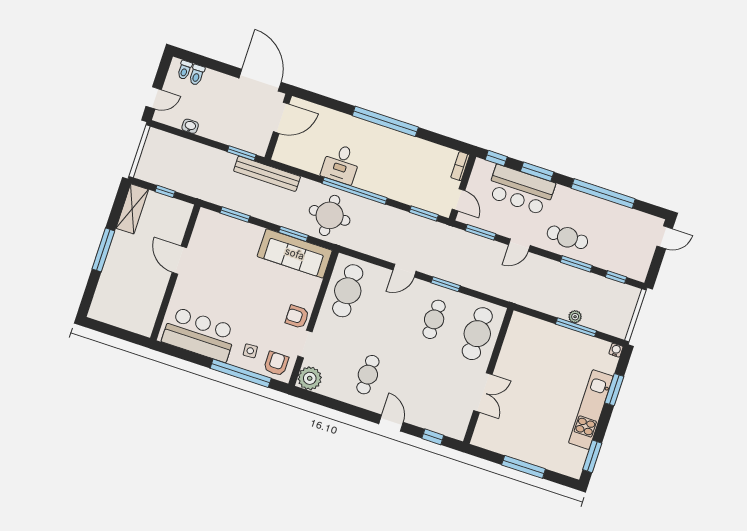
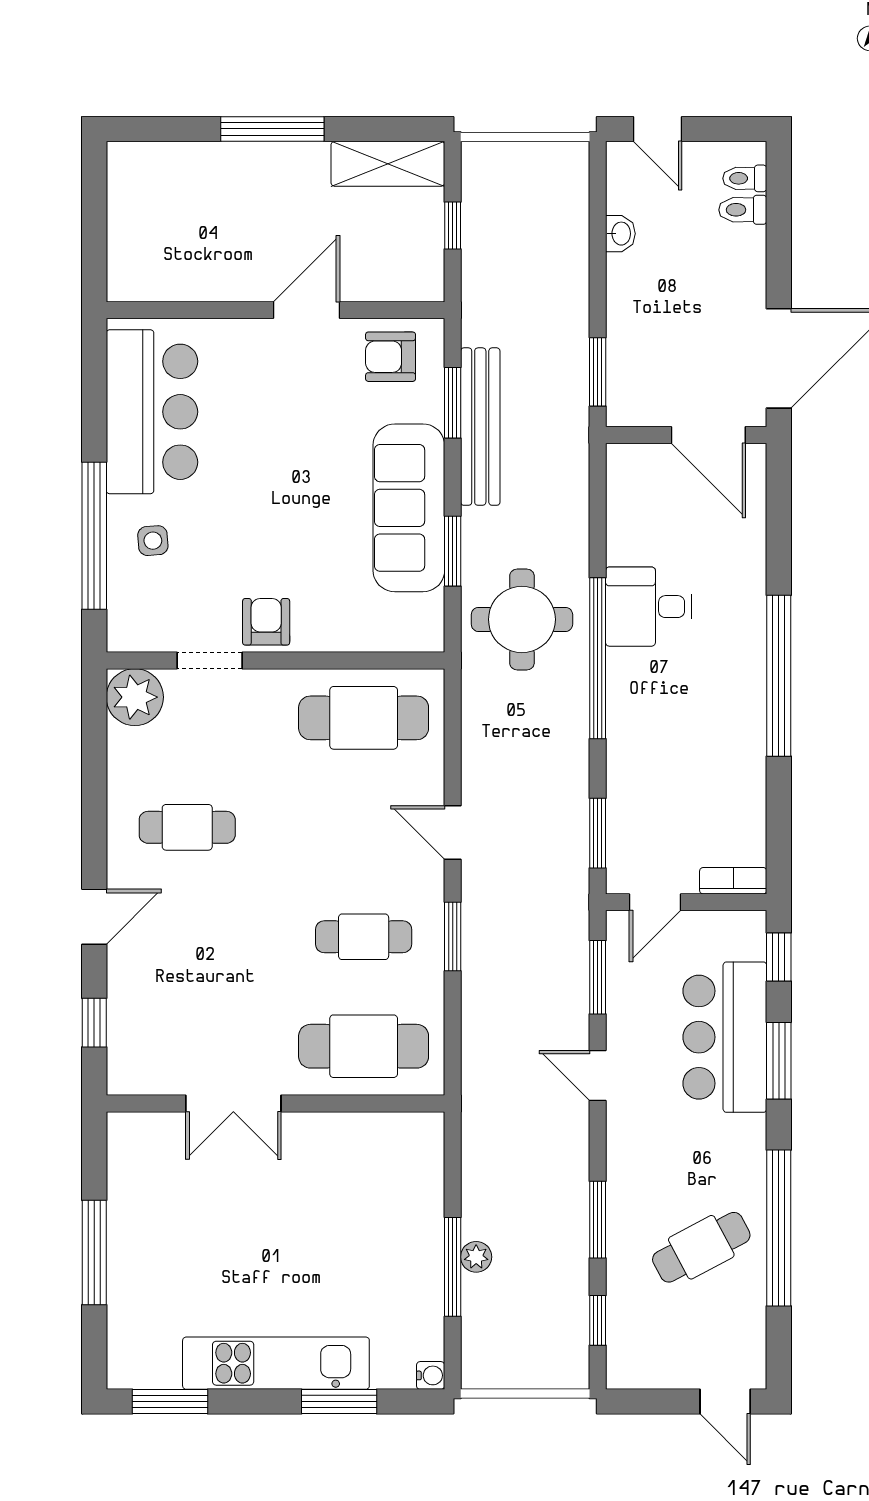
bench: (267, 174) -> (480, 427), moved
cafe table: (567, 237) -> (701, 1247), moved, turned 62
sofa: (295, 253) -> (409, 508), moved
armchair: (276, 364) -> (391, 357), moved, turned 180

